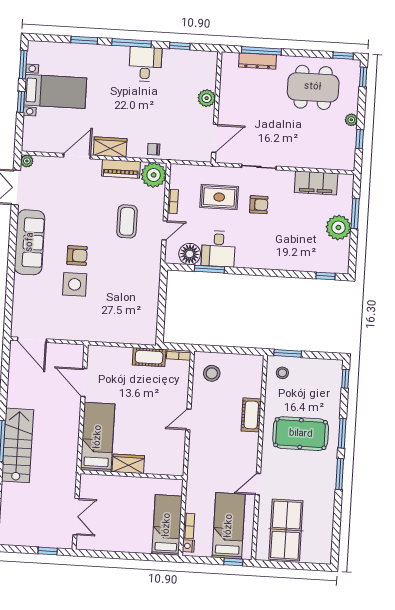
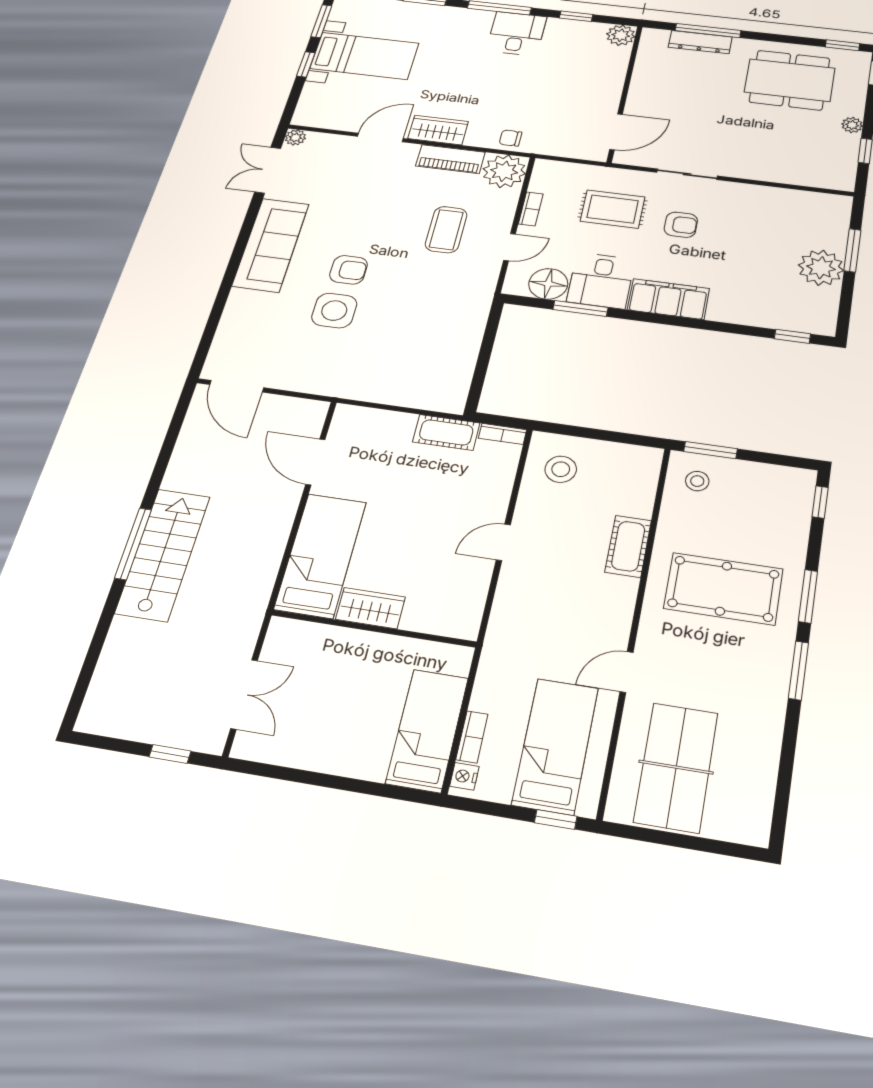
plant: (207, 98) -> (621, 35), moved
filing cabinet: (316, 183) -> (668, 299), moved, turned 180

